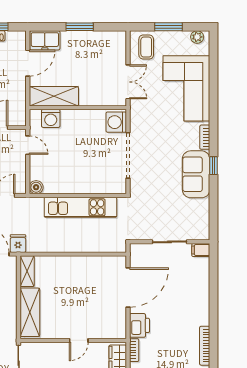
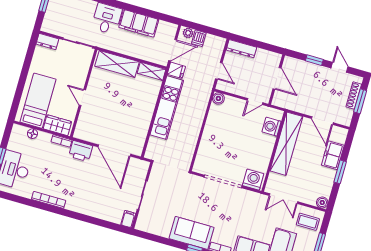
boiler: (120, 37) -> (322, 203), added
freezer: (45, 40) -> (333, 155), moved
shelving: (54, 96) -> (286, 144), width x1.47
kitchen unit: (80, 207) -> (167, 108), moved, turned 180

